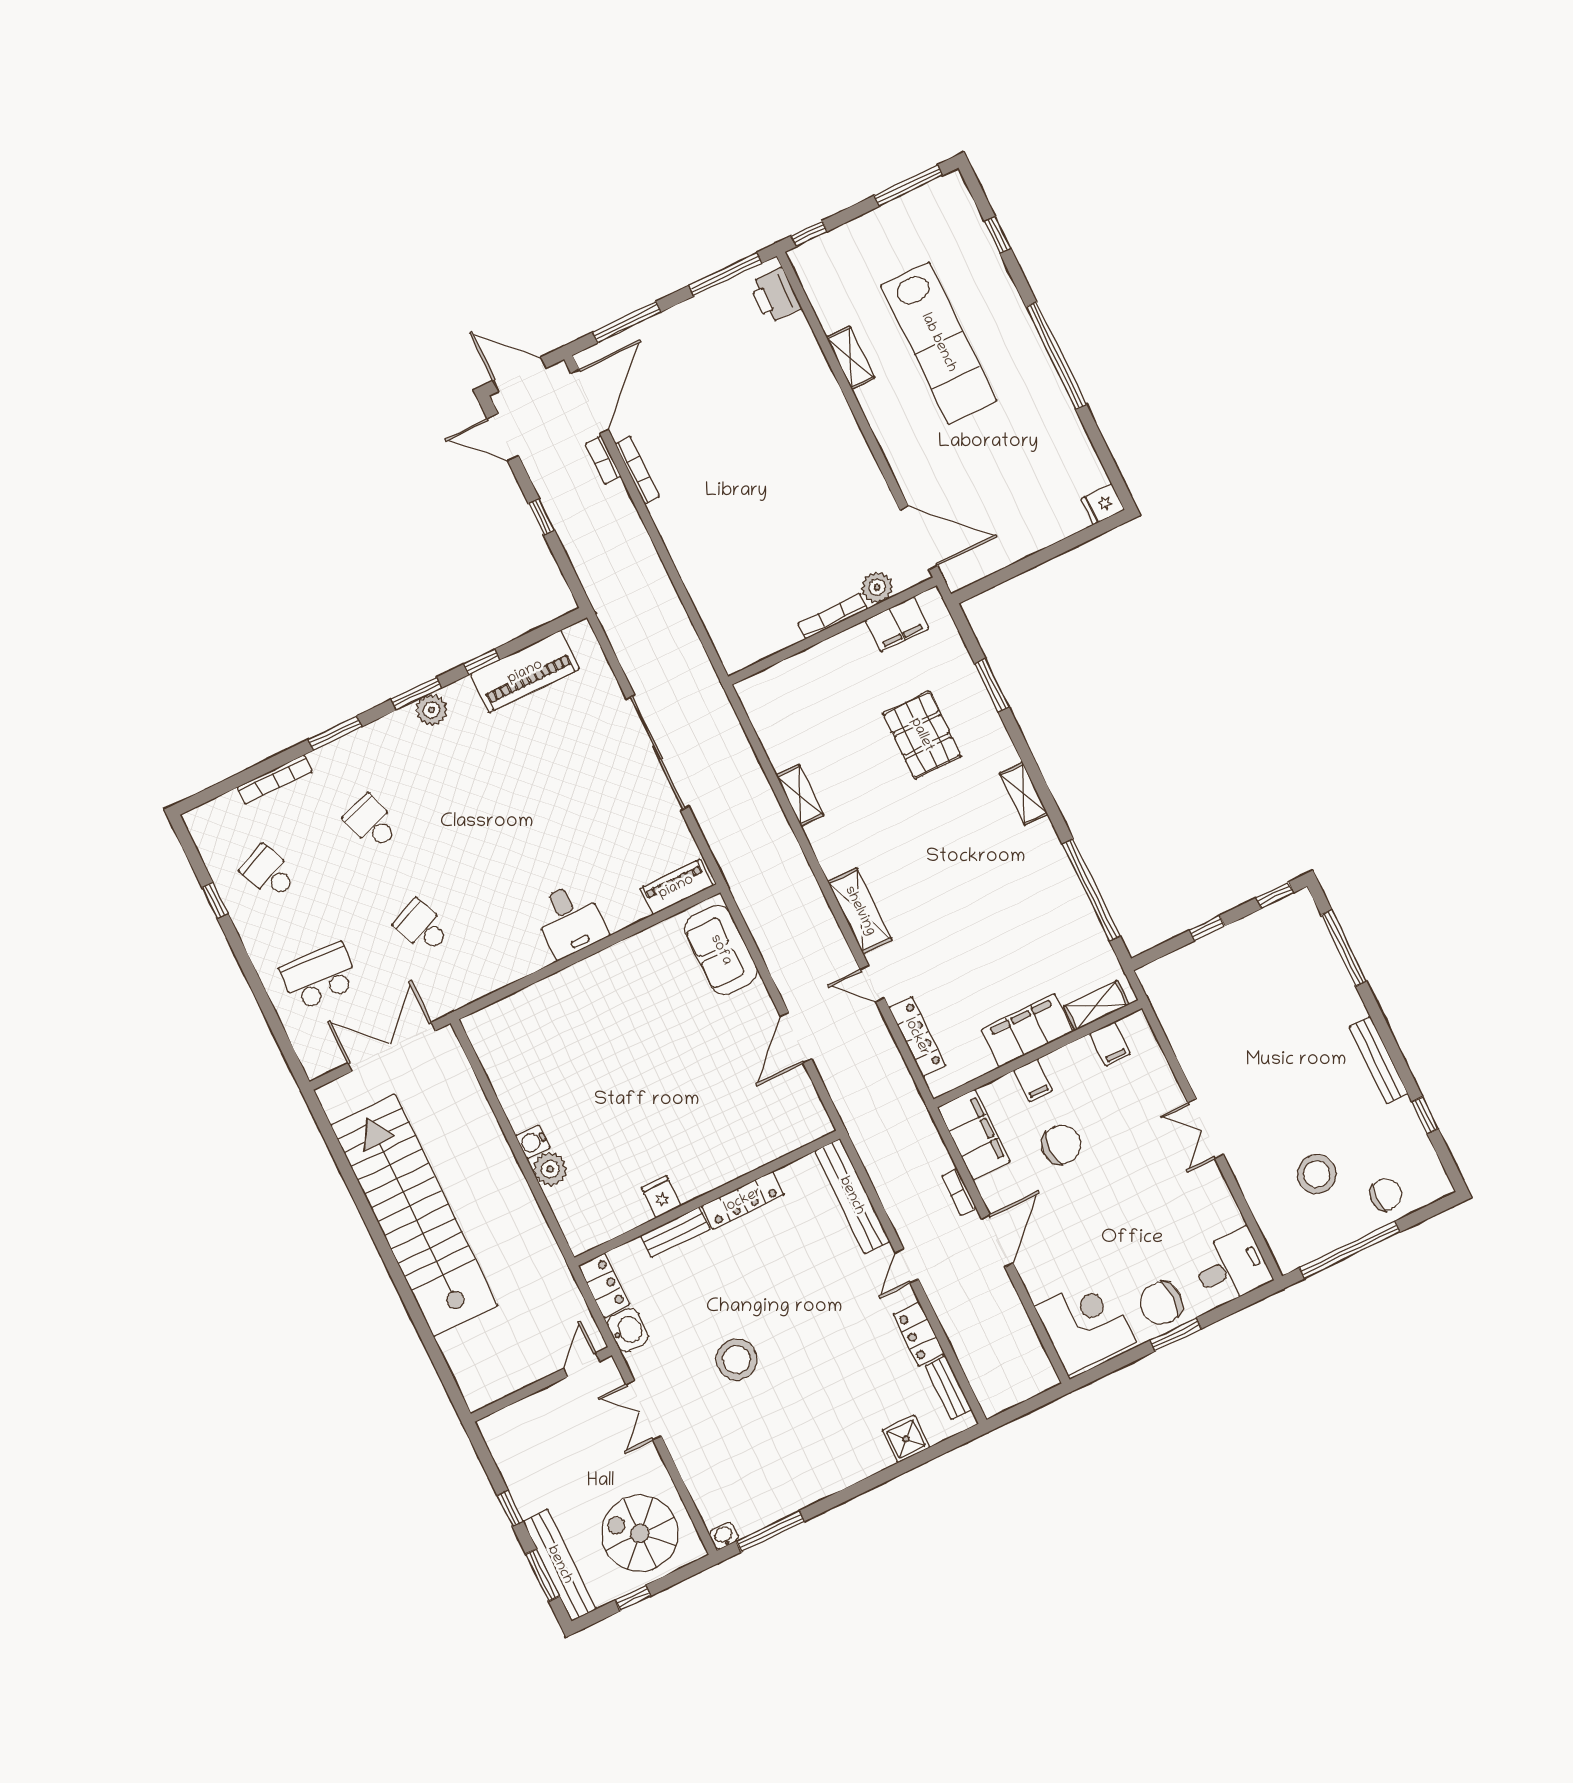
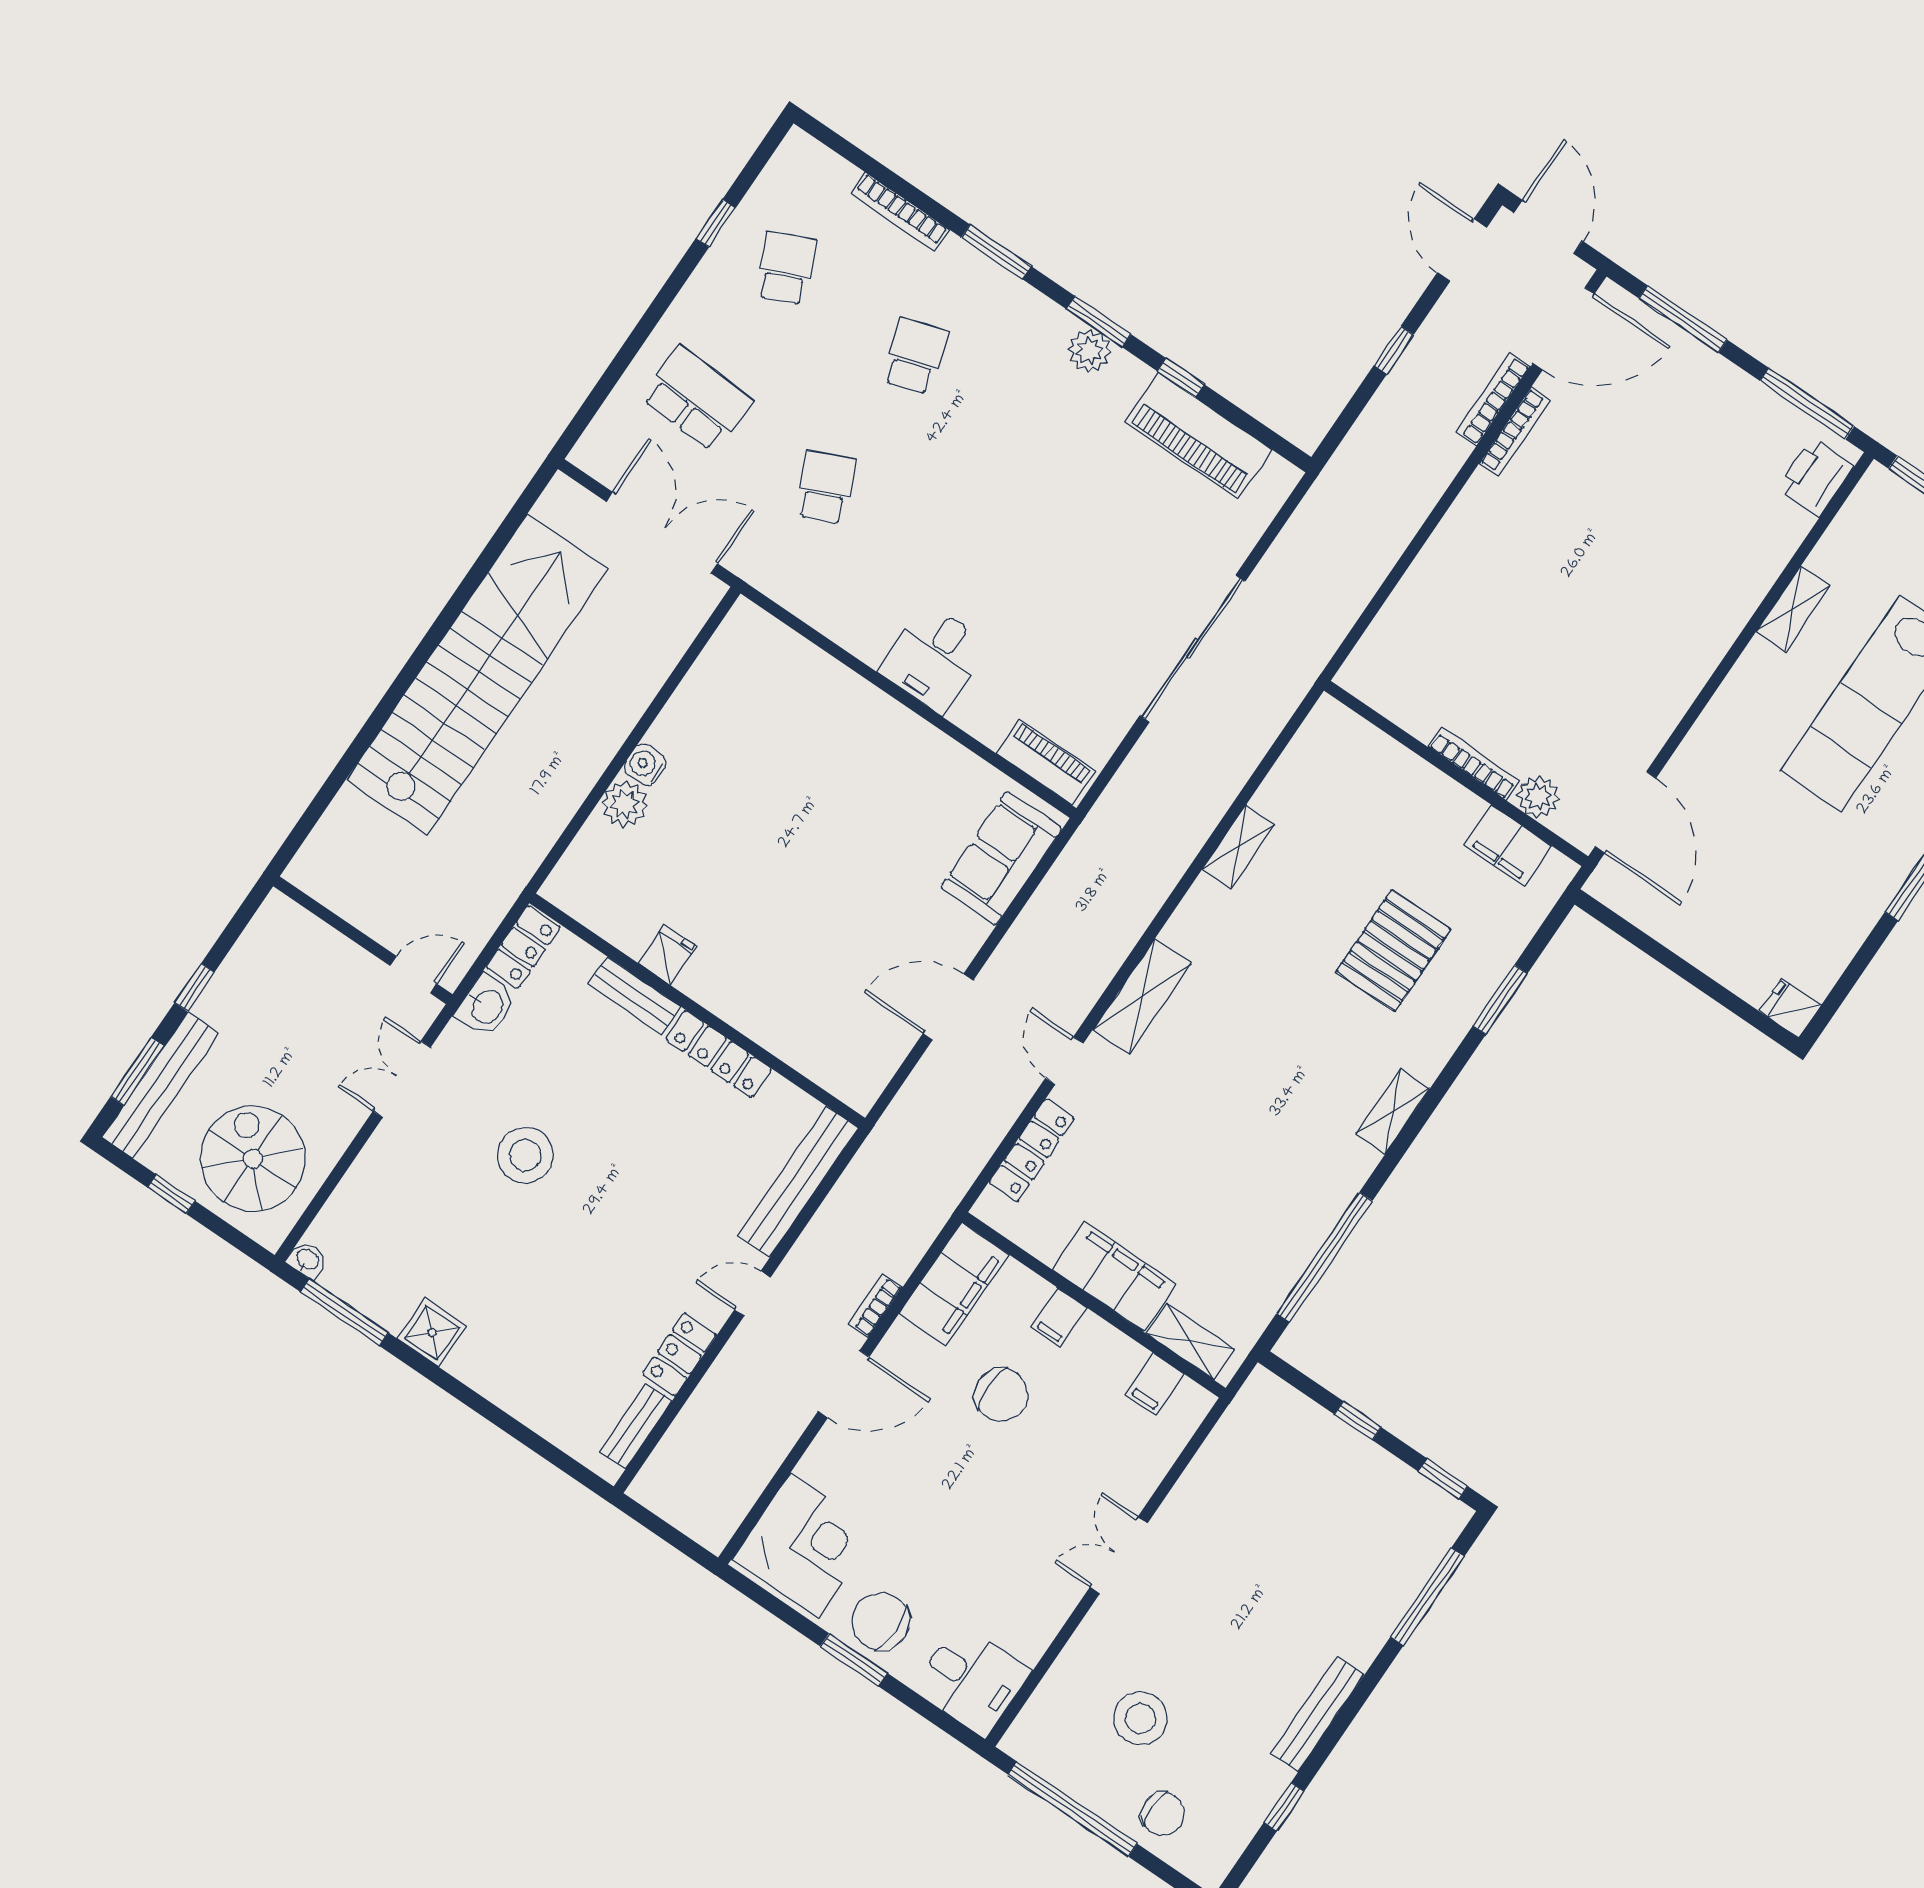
bookcase: (603, 460) -> (1493, 399), width x1.56
shower: (906, 1439) -> (432, 1333), moved

